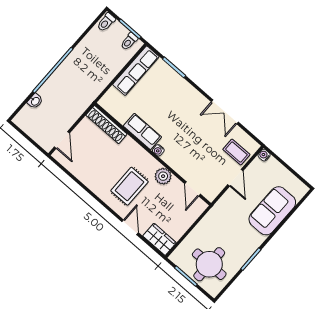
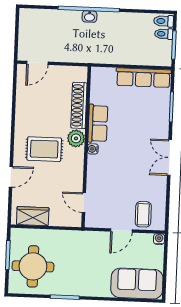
toilet: (129, 41) -> (164, 34), moved
washbasin: (35, 101) -> (90, 17), moved
double door: (225, 112) -> (169, 158), moved
shoe rack: (106, 125) -> (79, 105), moved
plant: (163, 176) -> (76, 138), moved
door: (192, 189) -> (84, 203), hinge flipped
sofa: (272, 211) -> (137, 284), moved
wardrobe: (159, 239) -> (33, 216), moved, turned -90

